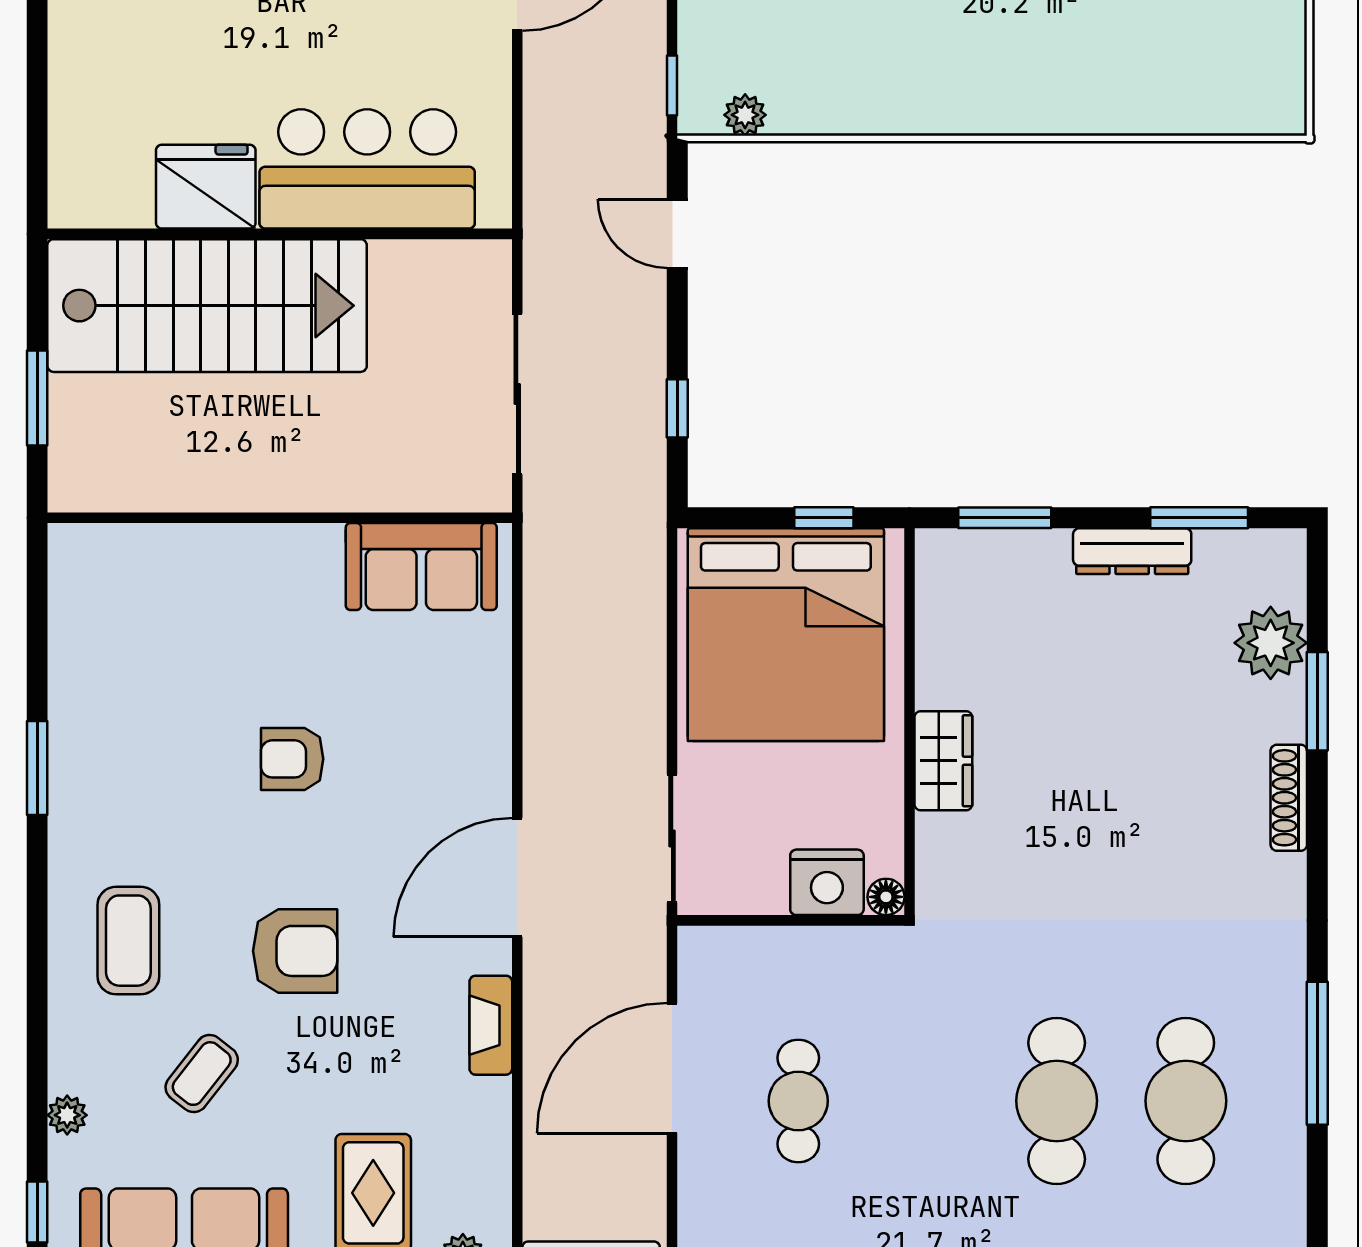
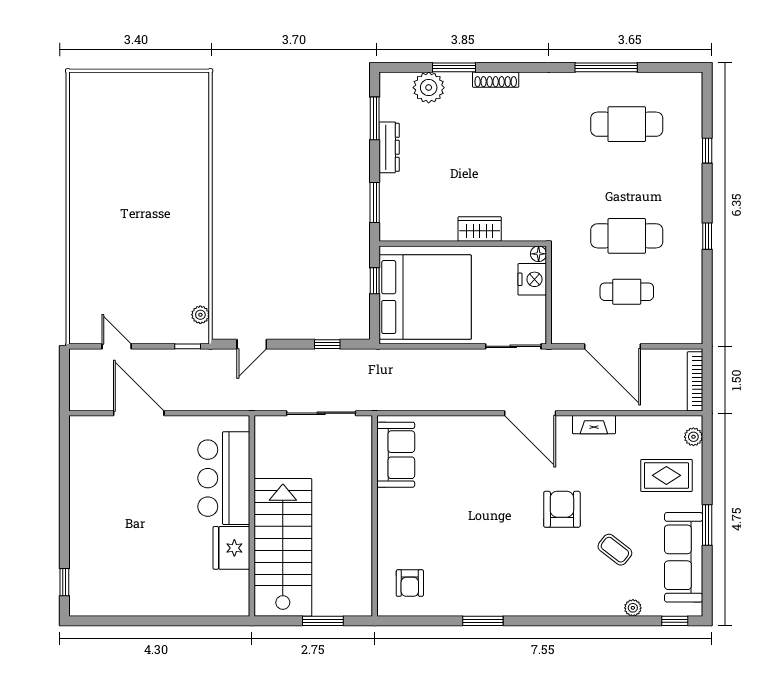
armchair: (292, 759) -> (410, 583), moved
coffee table: (128, 941) -> (557, 581), removed
cafe table: (1057, 1101) -> (627, 236), moved

